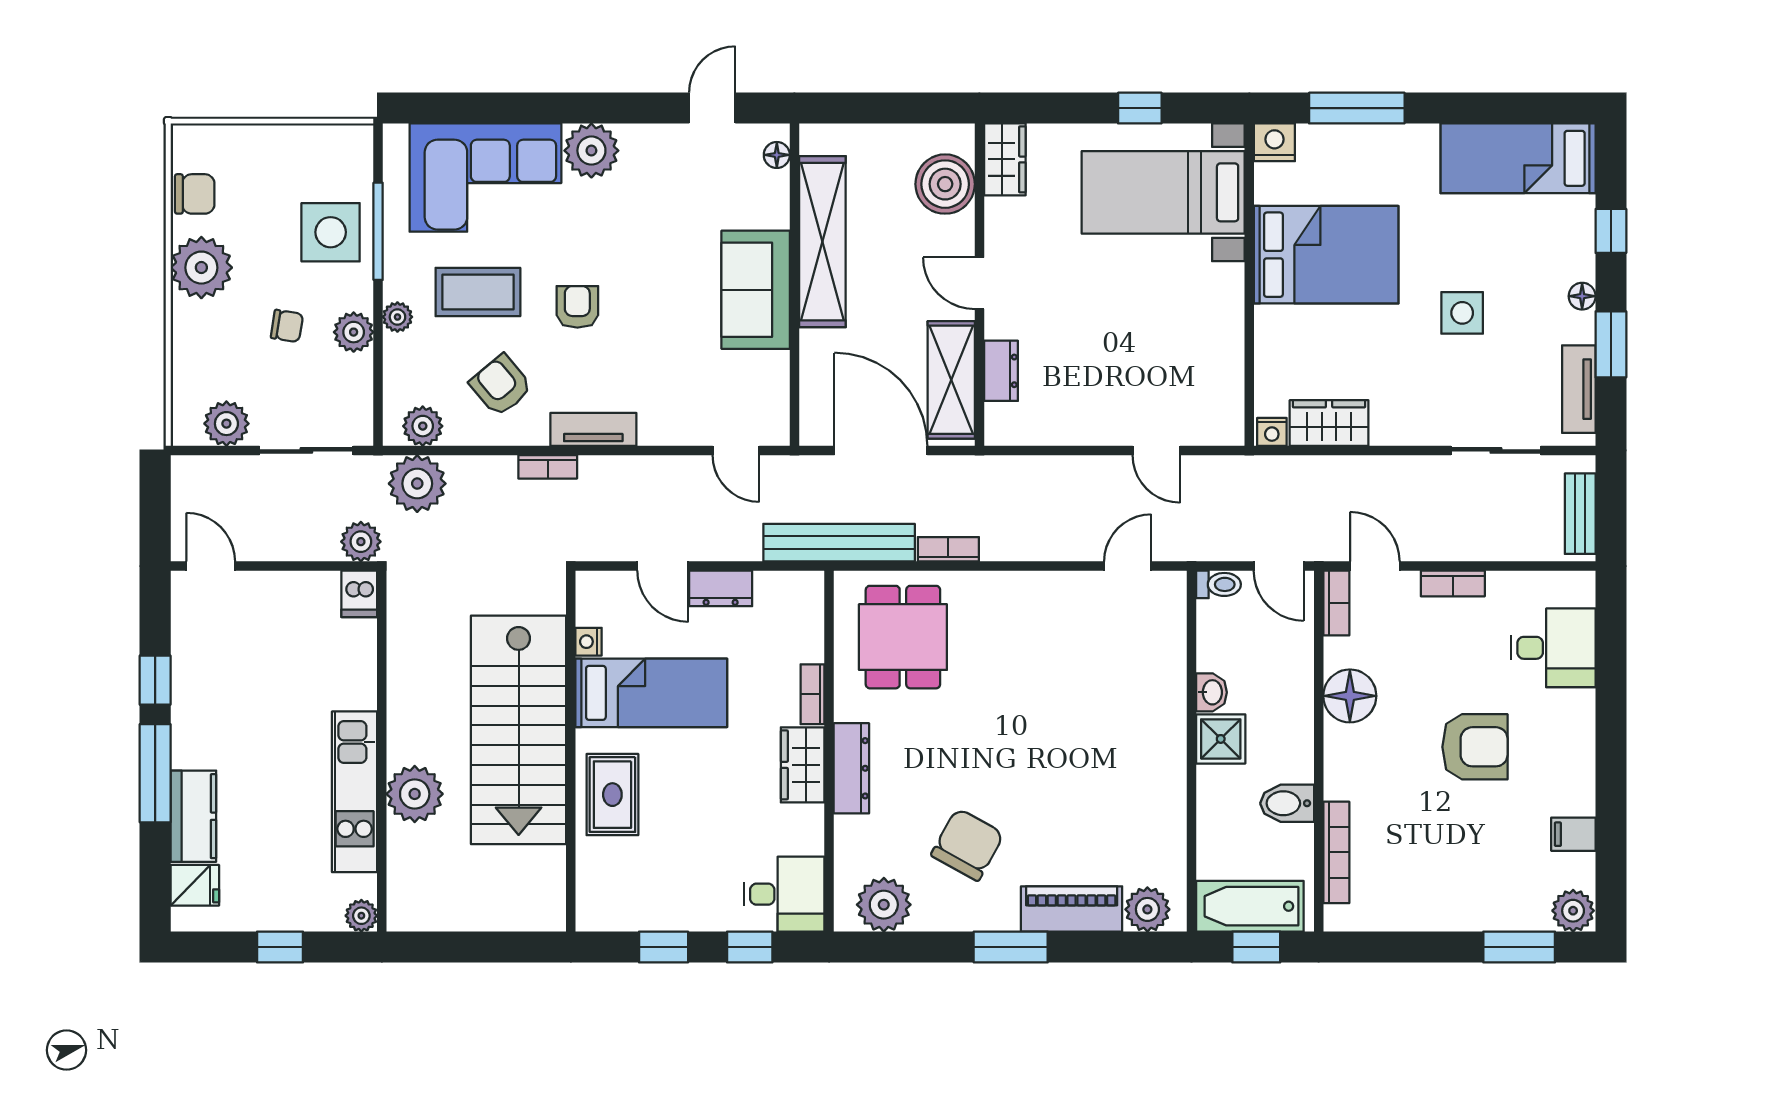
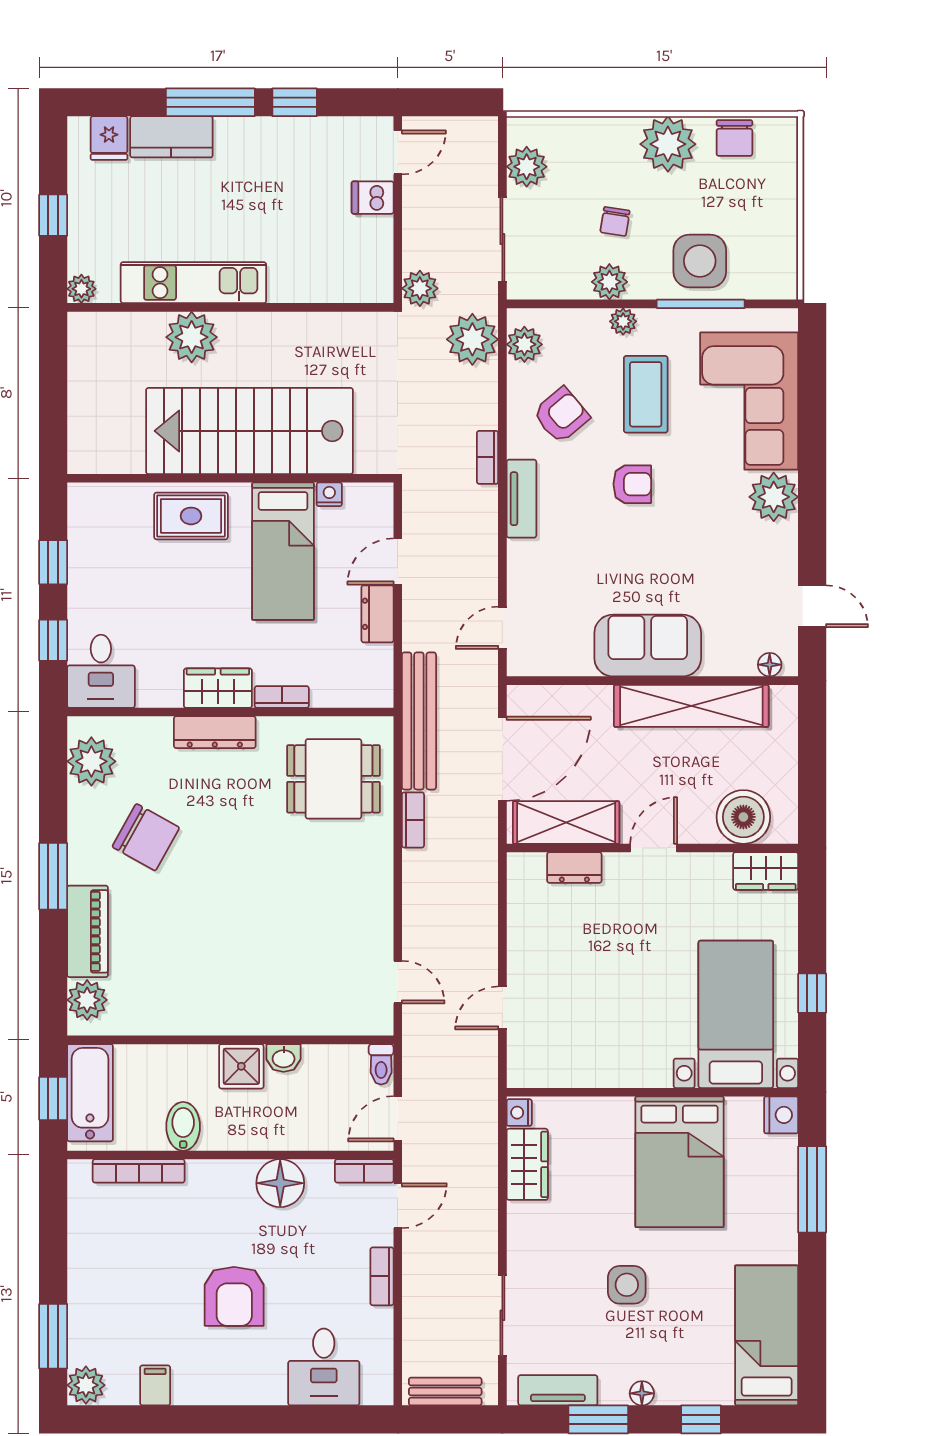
dishwasher: (359, 594) -> (373, 198), moved

